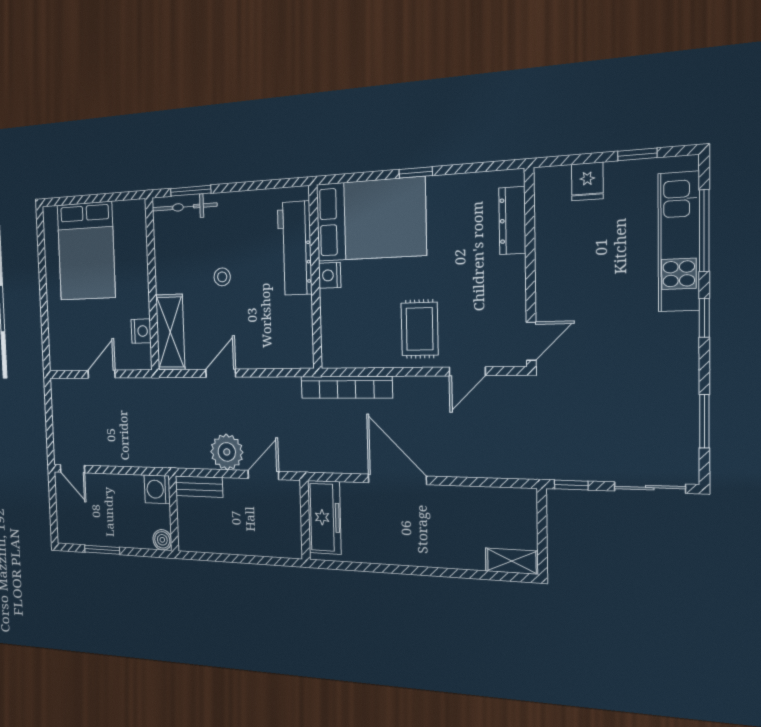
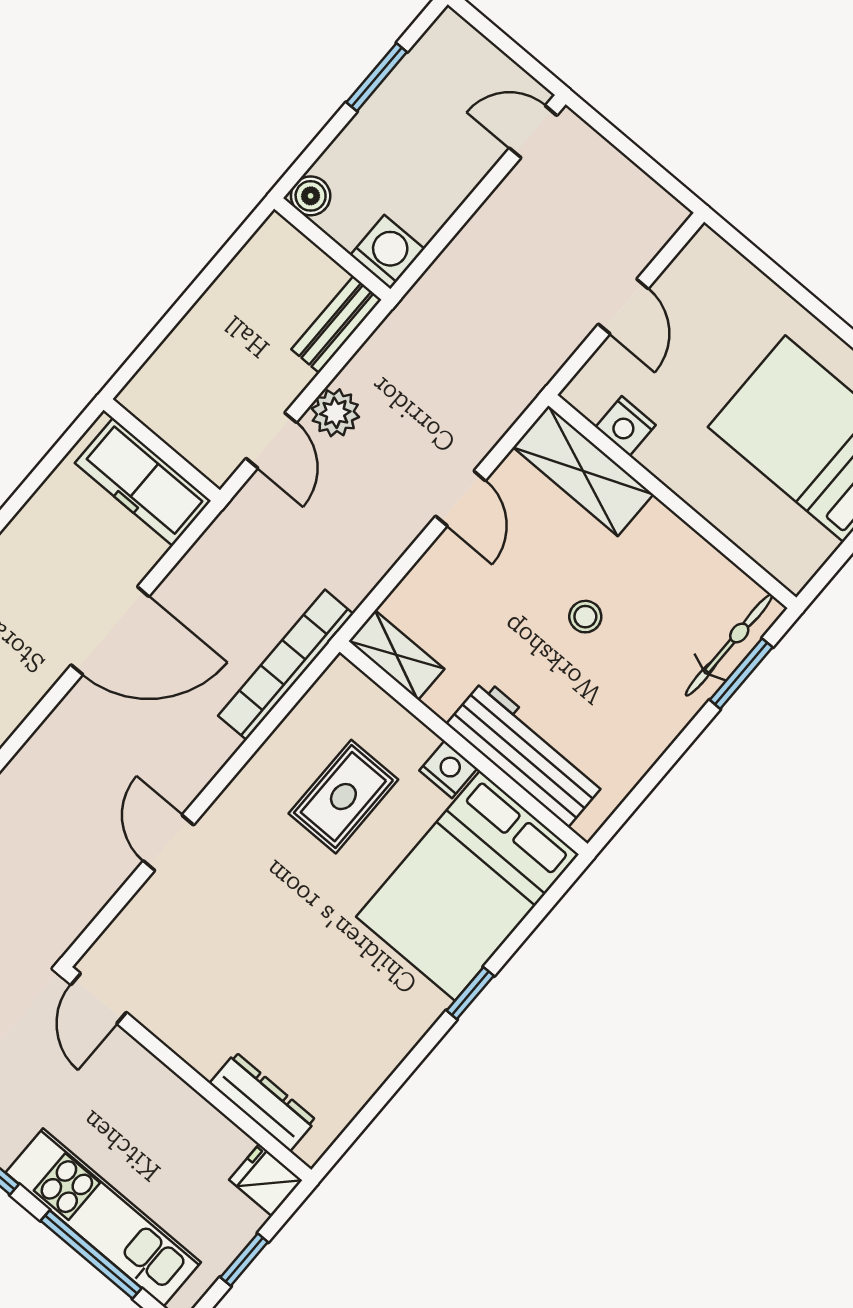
dresser: (512, 221) -> (263, 1102), moved
wall: (530, 268) -> (187, 1074), moved
rug: (420, 329) -> (343, 797), moved, turned 90
door: (531, 341) -> (99, 999), moved
shelving: (302, 342) -> (396, 655), added
plant: (227, 452) -> (335, 413), width x0.73, depth x0.73

